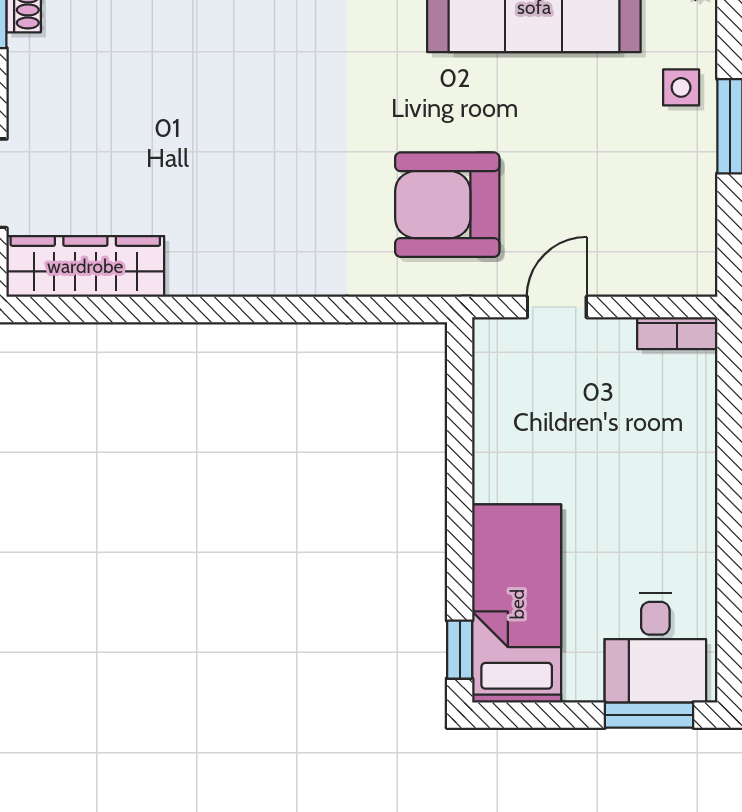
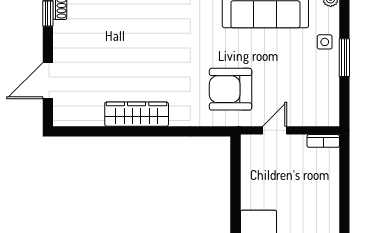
wardrobe: (85, 266) -> (137, 114), moved

